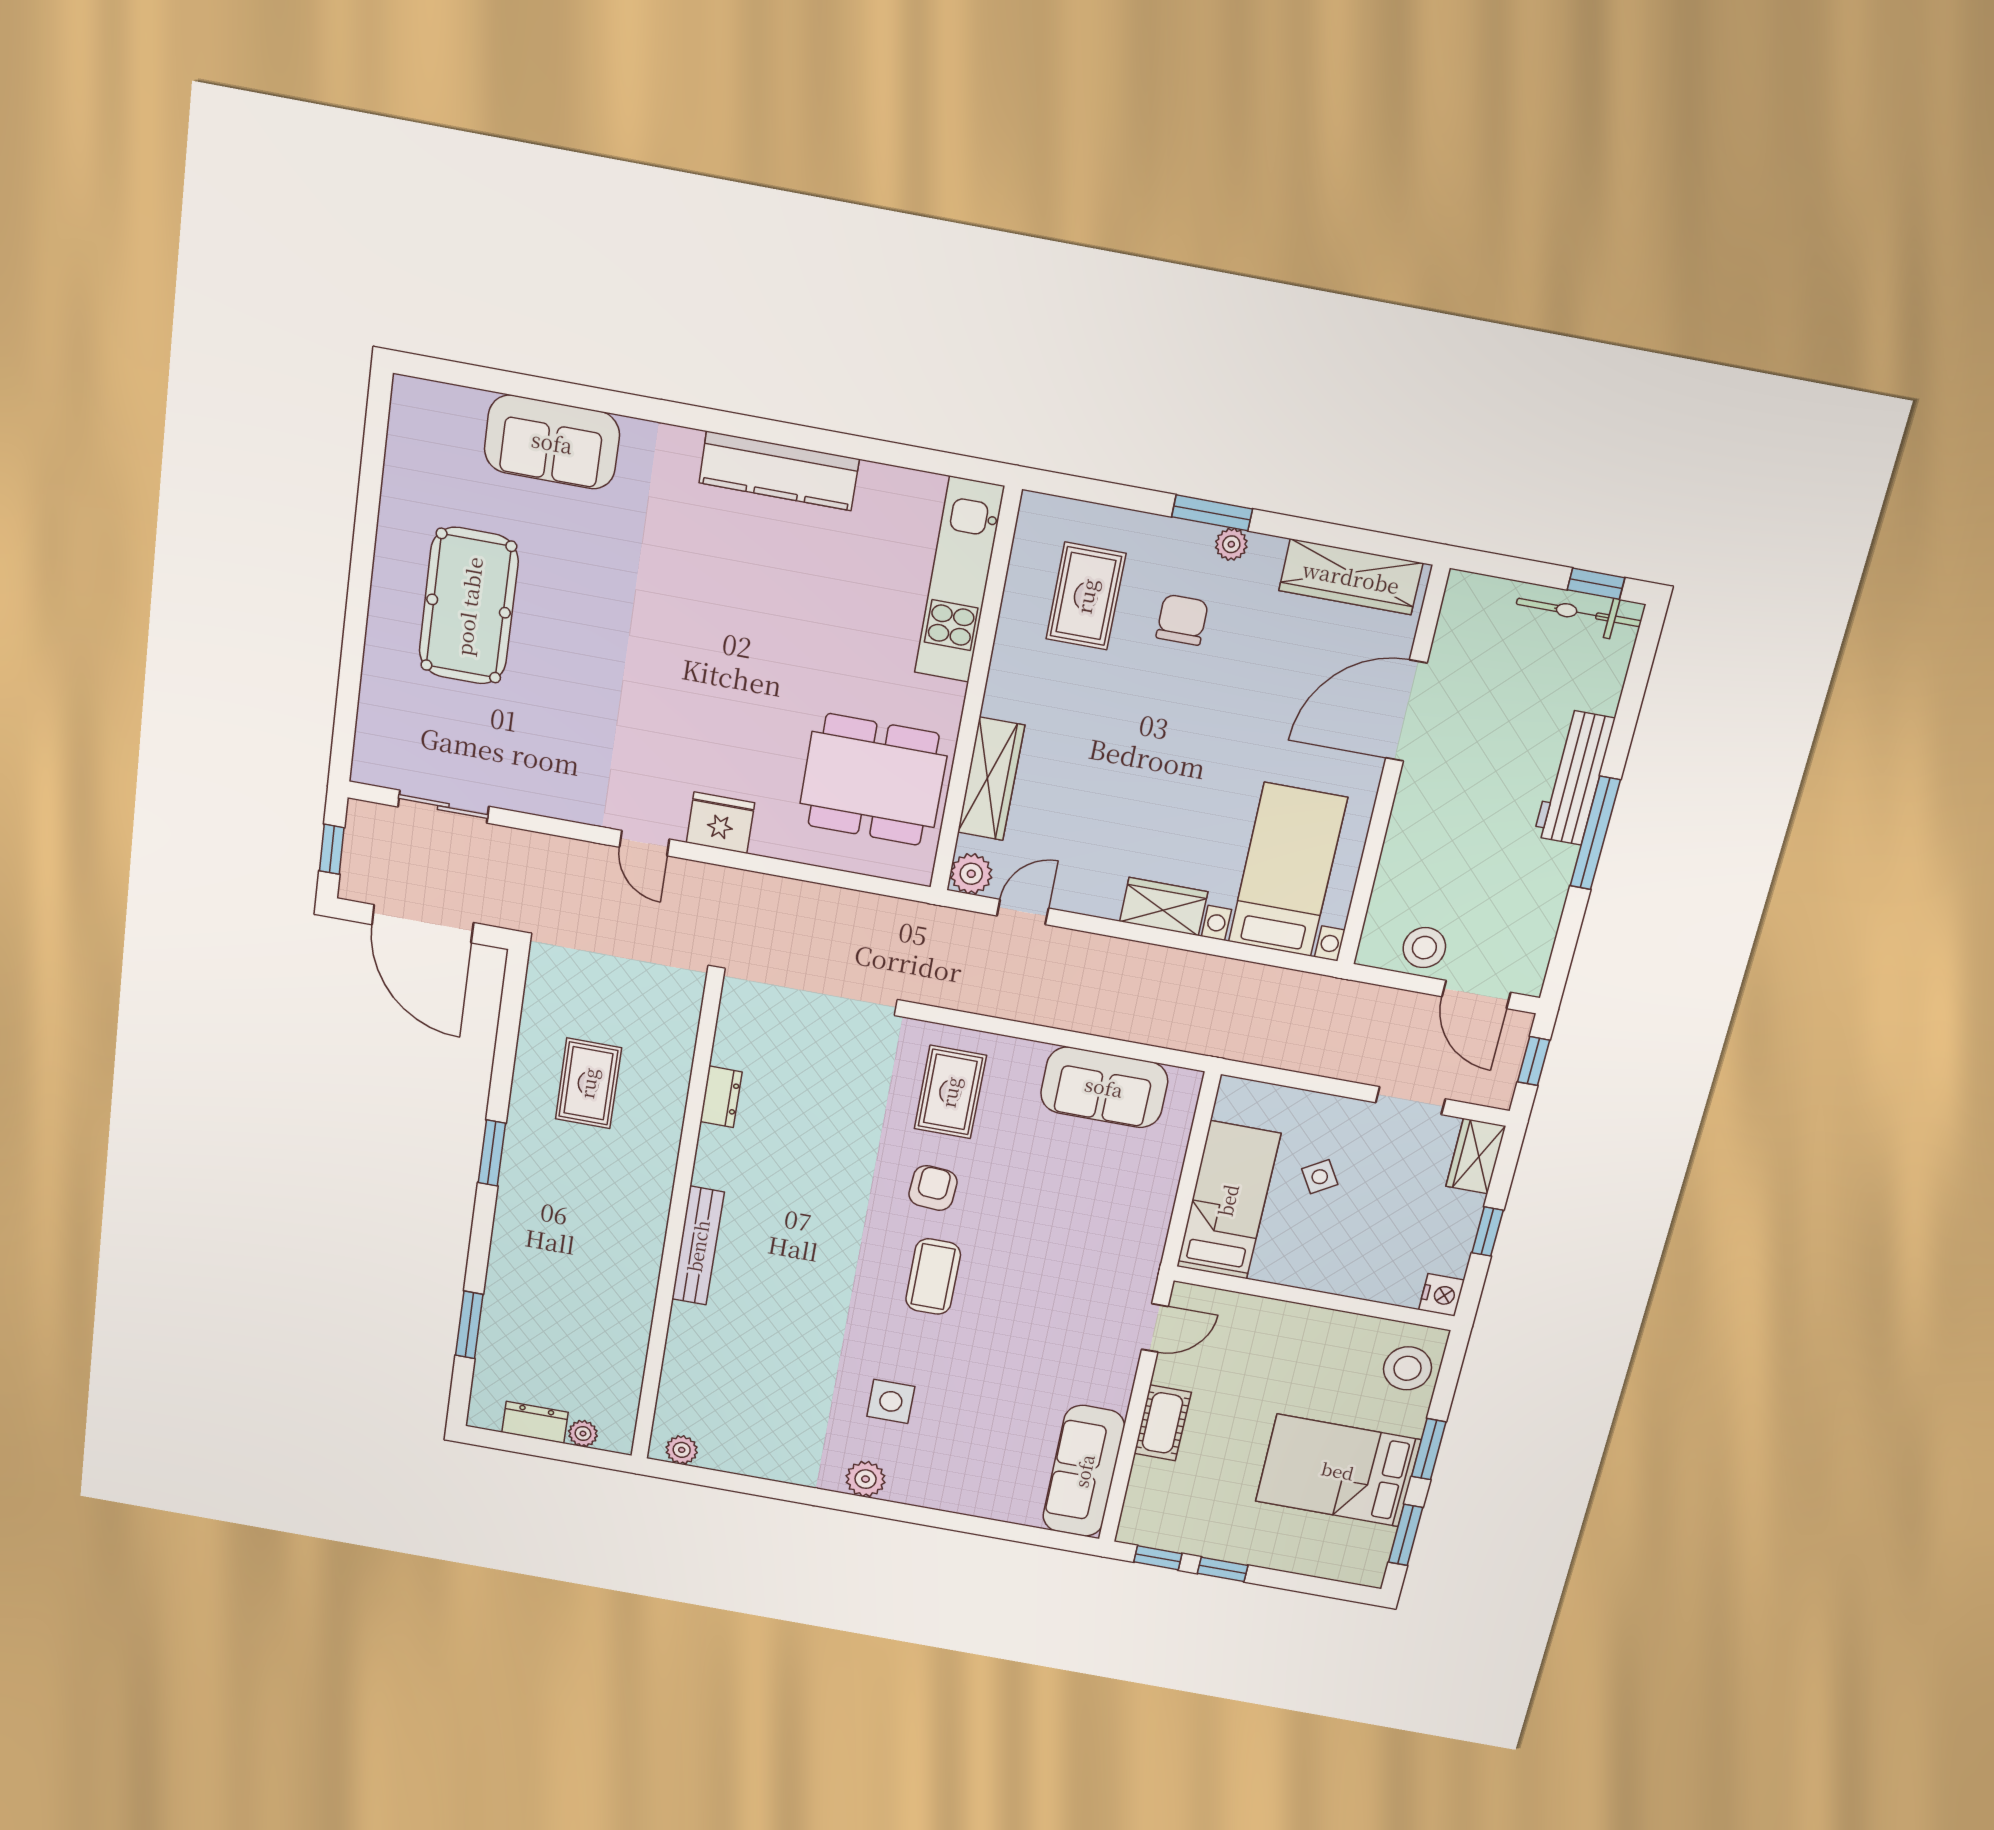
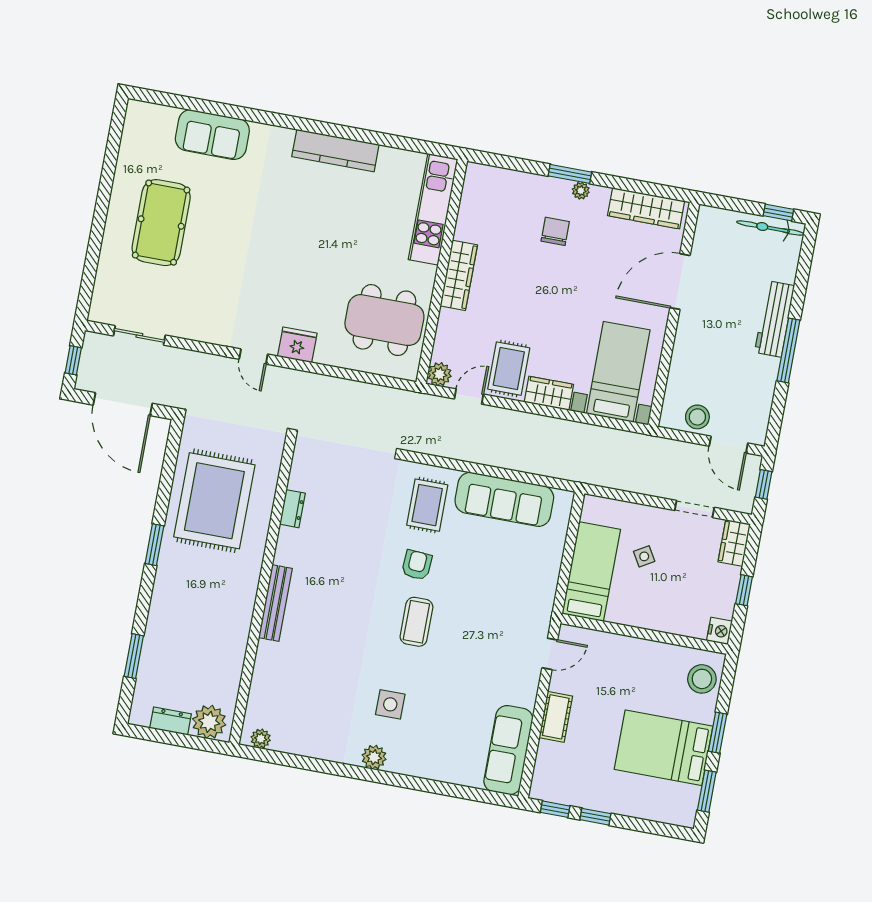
rug: (1086, 596) -> (509, 369), moved
wardrobe: (991, 779) -> (459, 275), moved
rug: (588, 1083) -> (214, 501), width x1.86, depth x2.06
sofa: (1104, 1087) -> (504, 499), width x1.36
plant: (583, 1434) -> (209, 722), width x1.88, depth x1.88

